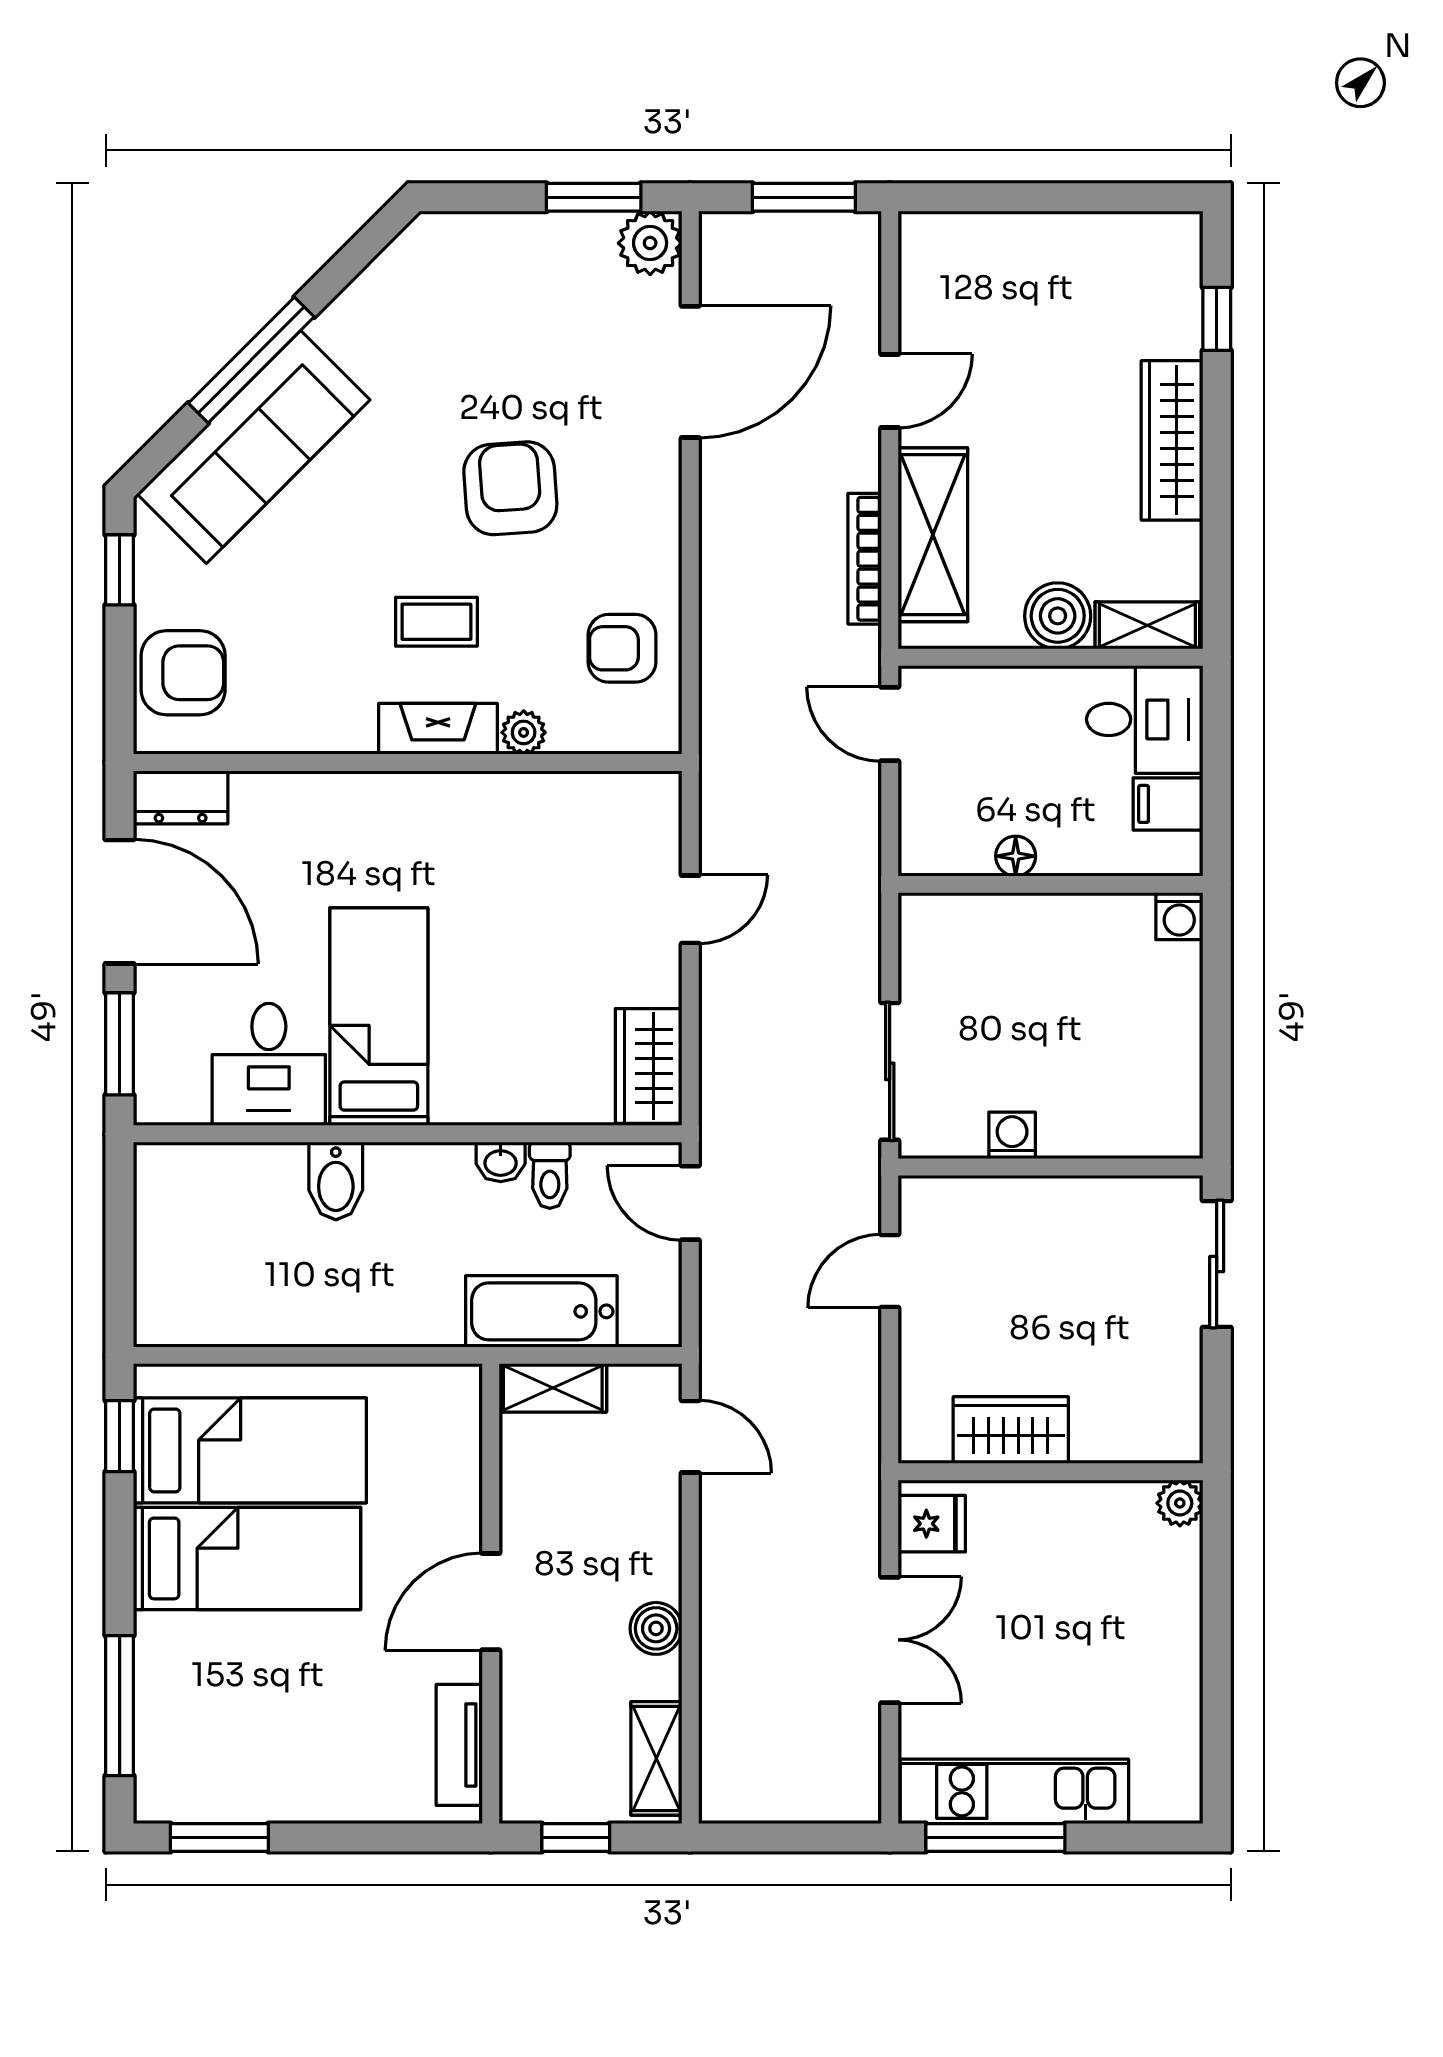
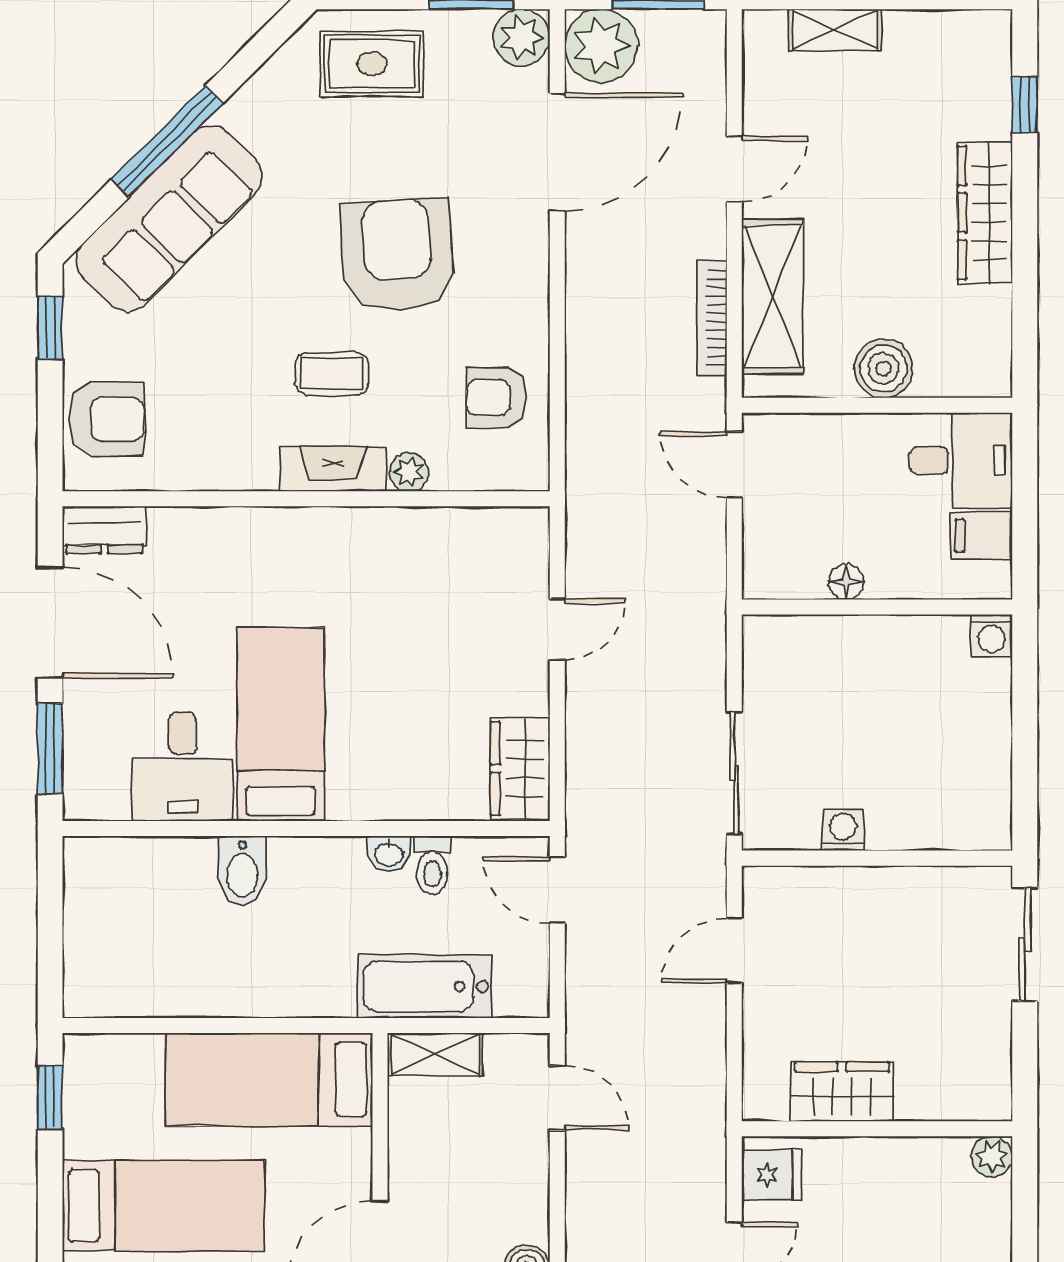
plant: (740, 252) -> (601, 46), added
rug: (482, 273) -> (372, 64), added
armchair: (510, 488) -> (397, 255), width x1.36, depth x1.36
shelving: (1147, 625) -> (835, 30), moved
bed: (250, 1450) -> (269, 1079), moved, turned 180

